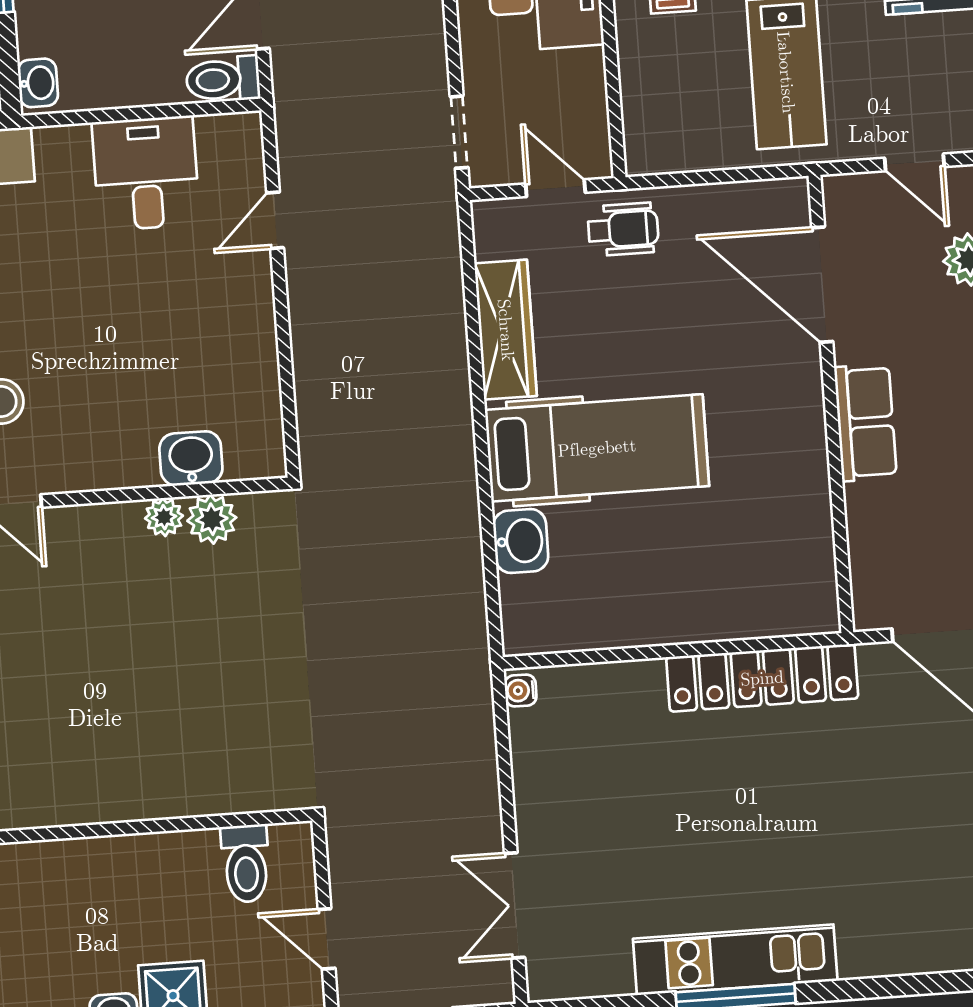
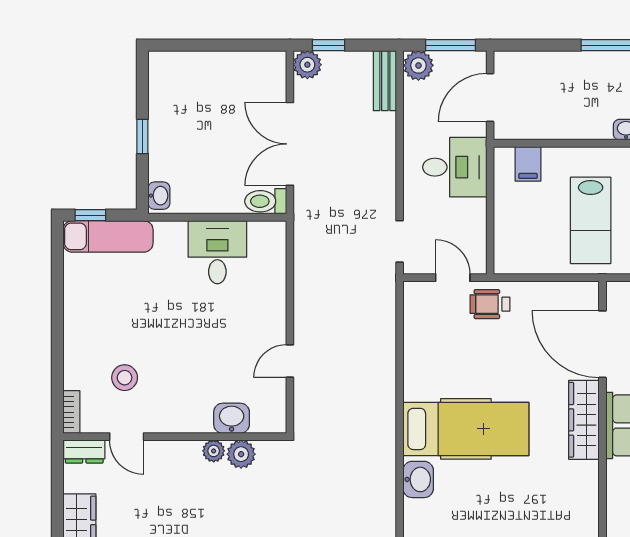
door: (275, 220) -> (290, 361), moved
wheelchair: (623, 229) -> (490, 304), turned 180
wardrobe: (506, 330) -> (584, 420), moved, turned 180

